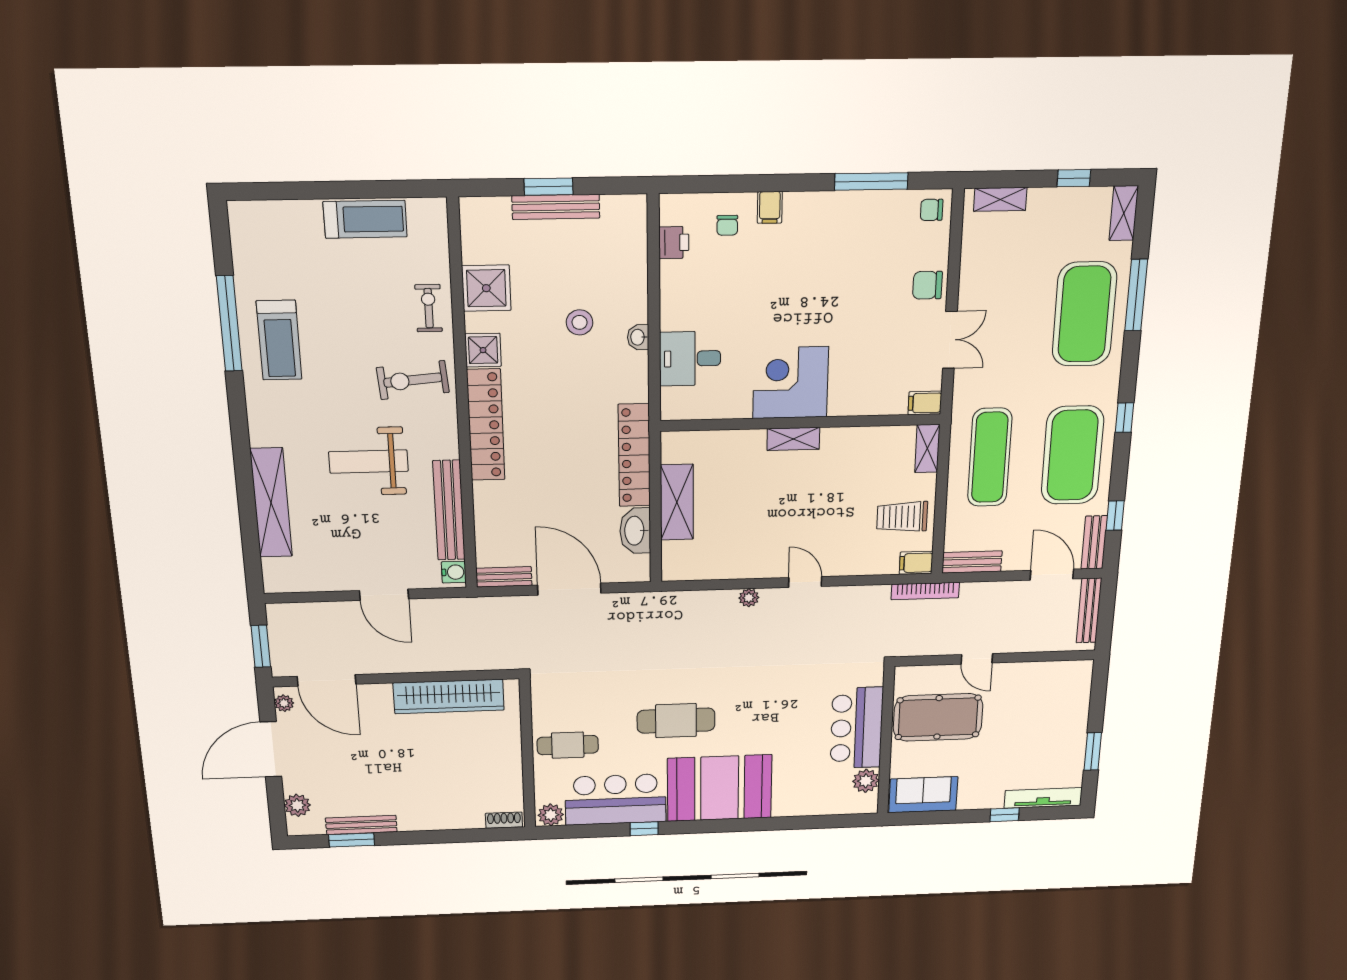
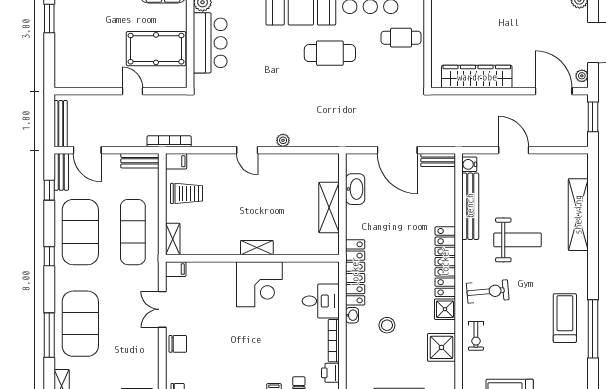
bookcase: (668, 296) -> (334, 341), added
locker: (634, 455) -> (355, 272), moved

